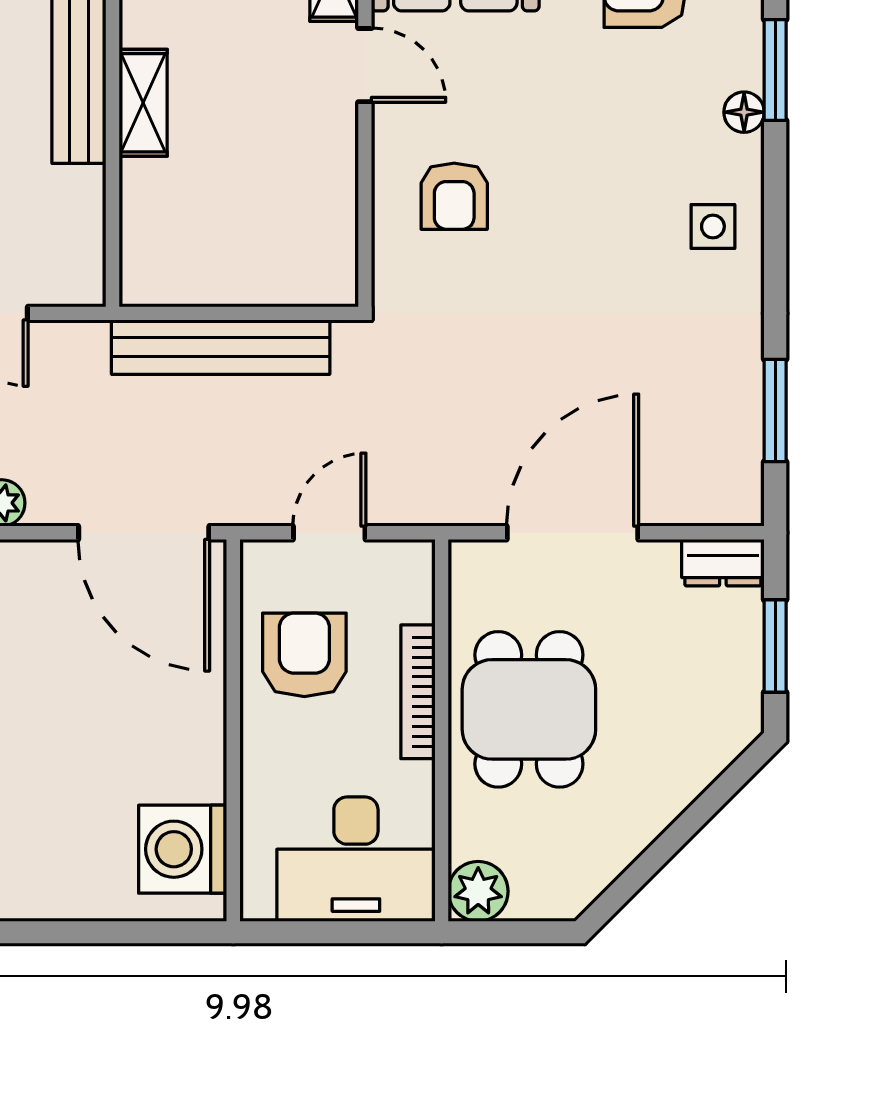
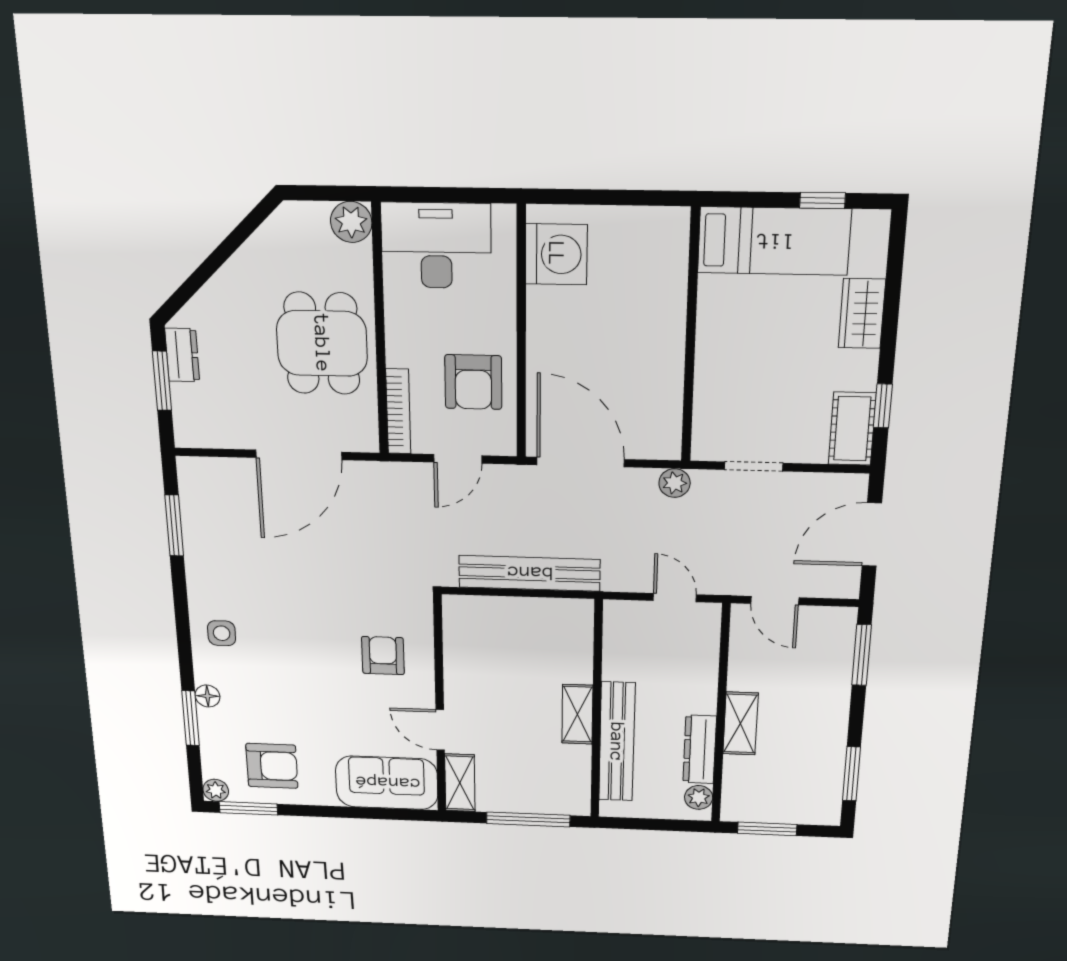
dresser: (723, 563) -> (182, 355), moved, turned 90
bookcase: (418, 692) -> (398, 411), moved

